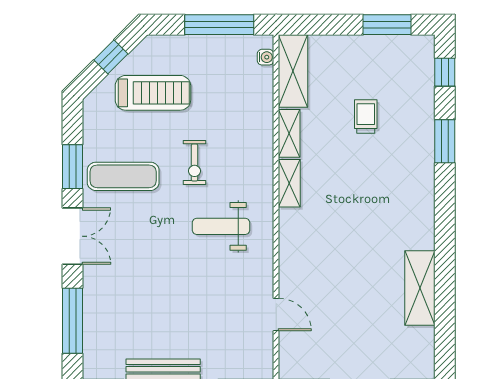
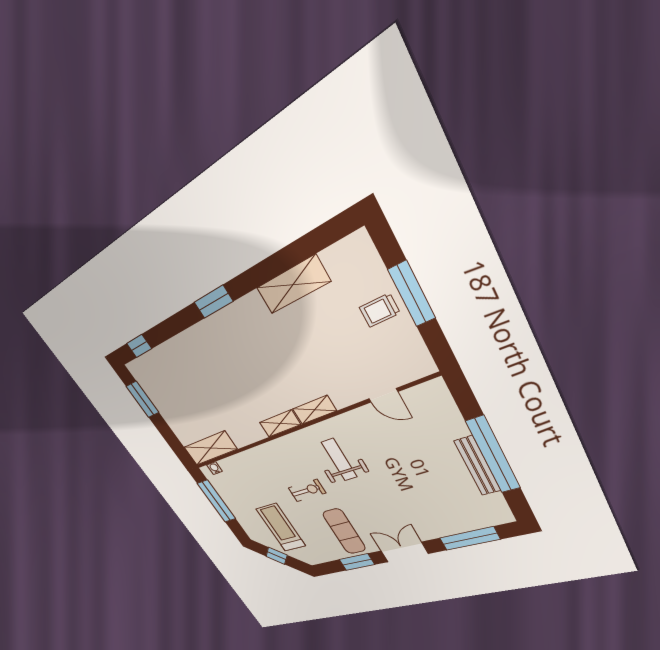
trolley: (366, 117) -> (380, 310), moved
shelving: (289, 133) -> (314, 410), moved
window: (445, 141) -> (213, 302), moved
weight bench: (221, 226) -> (339, 460), turned 180
door: (276, 315) -> (383, 395), swing flipped

